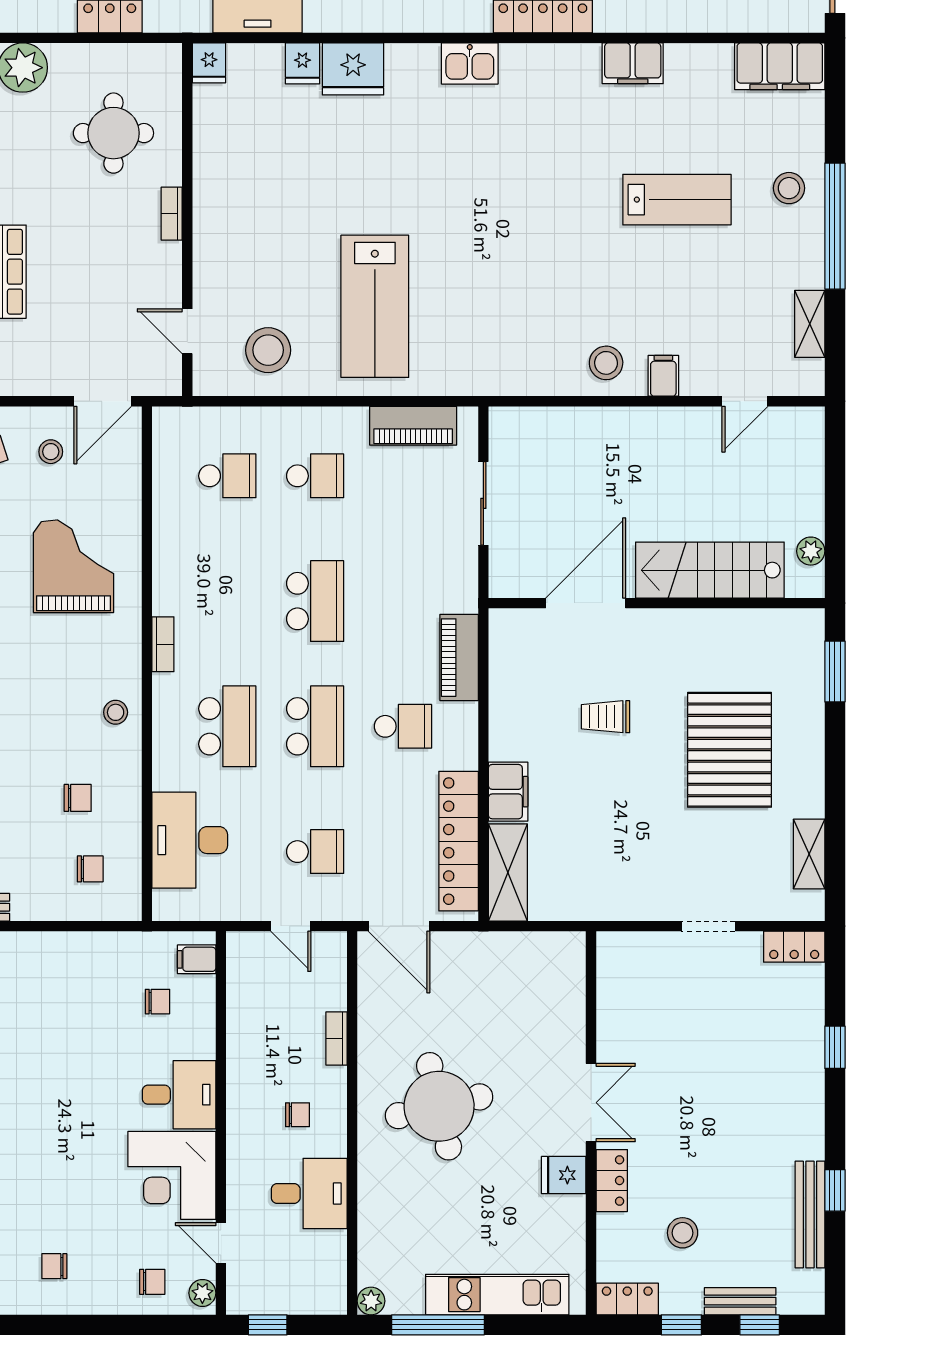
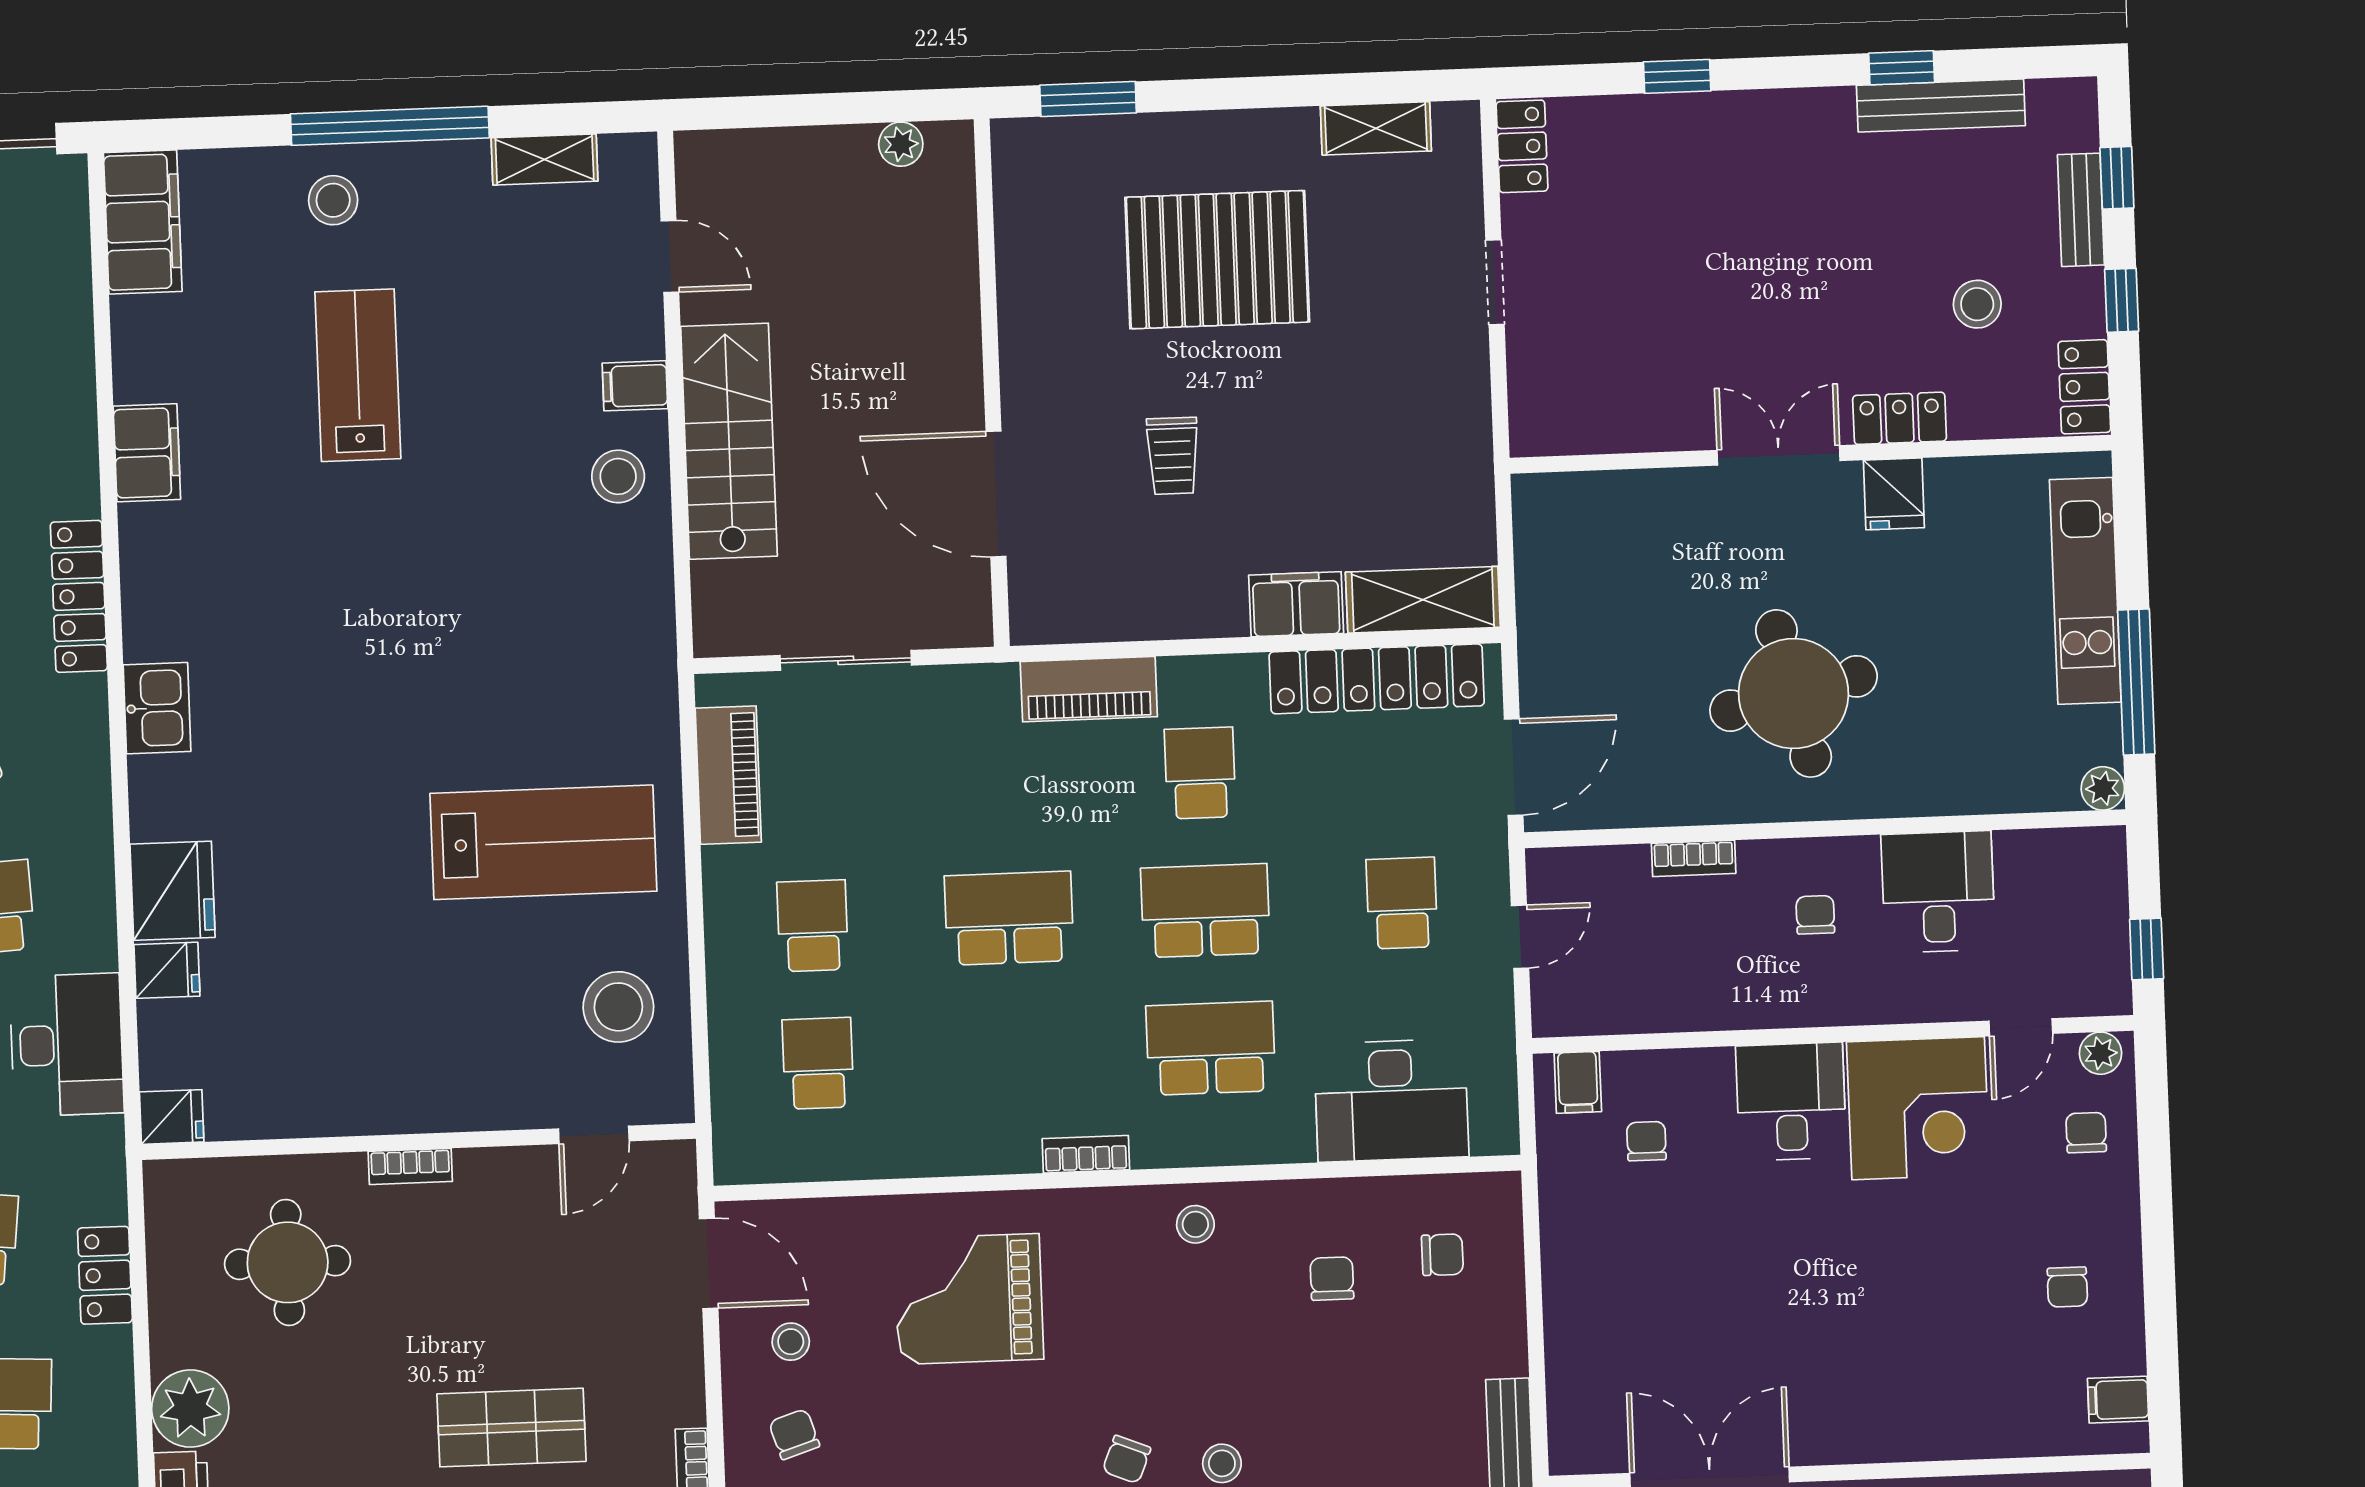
stairs: (710, 570) -> (729, 441), moved, turned 180
chair: (90, 869) -> (1442, 1255), turned 90

